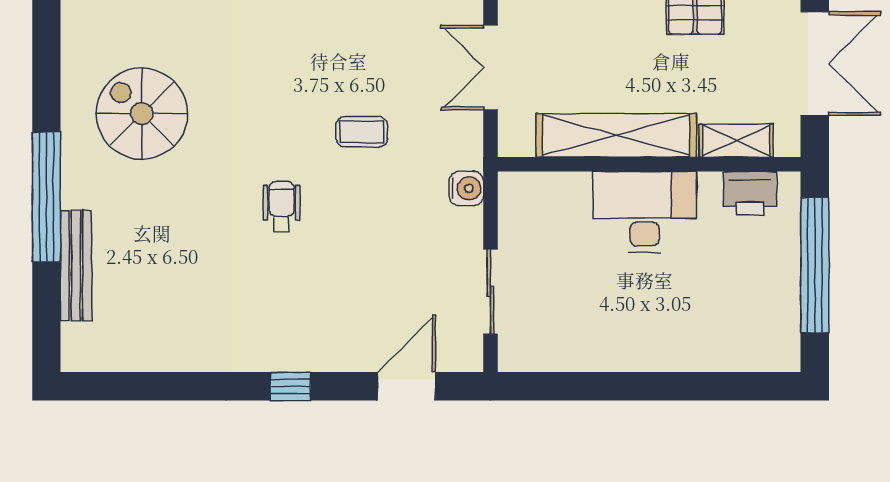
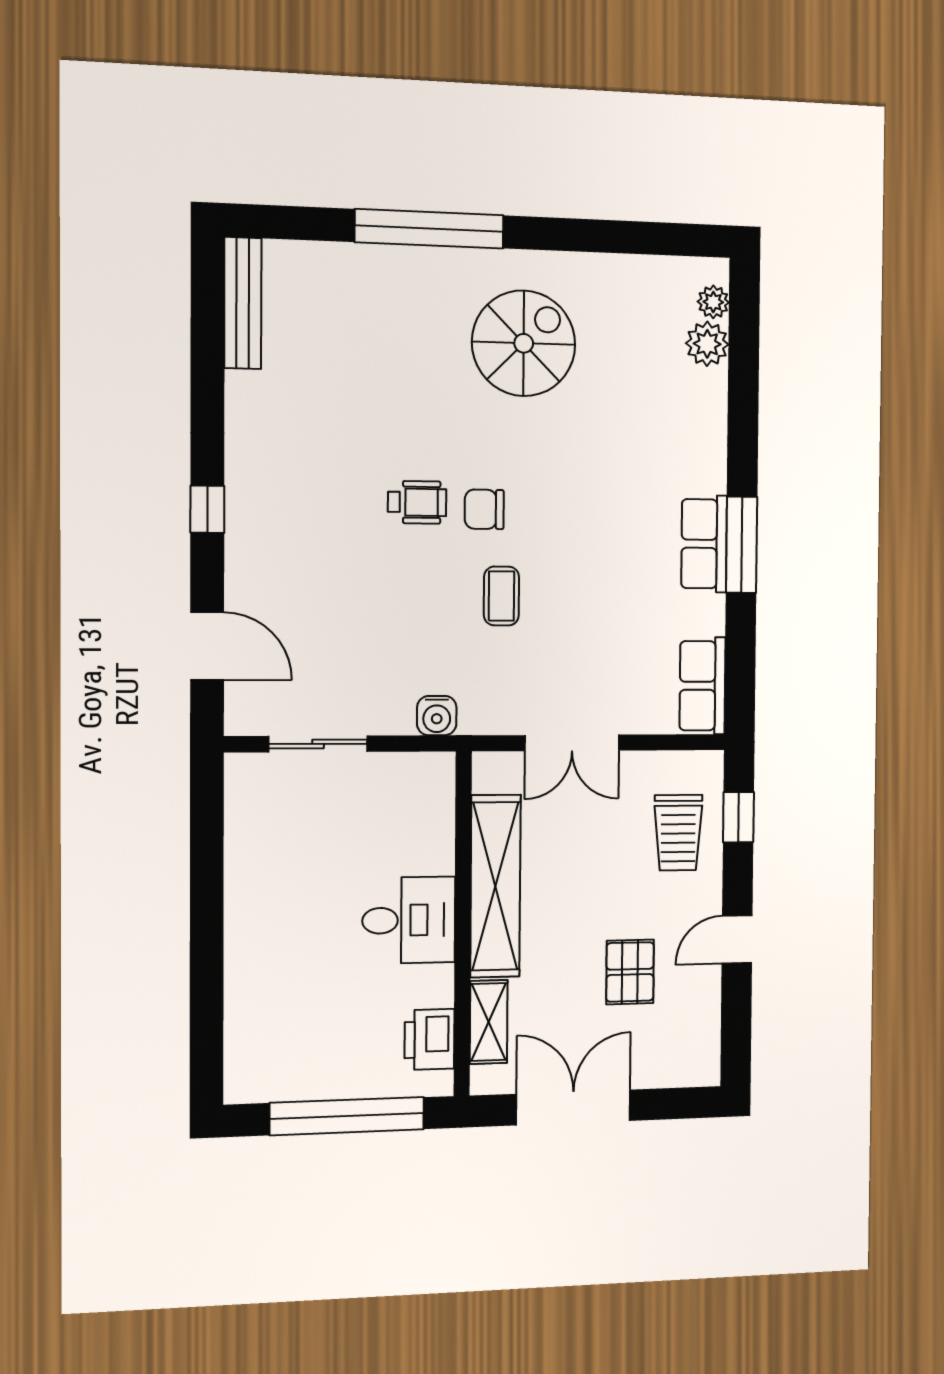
double door: (815, 63) -> (573, 1107), swing flipped
double door: (491, 68) -> (572, 743), swing flipped
chair: (287, 147) -> (484, 509), added
desk: (645, 212) -> (409, 920), width x0.73
bench: (76, 266) -> (243, 303), moved, turned 90

